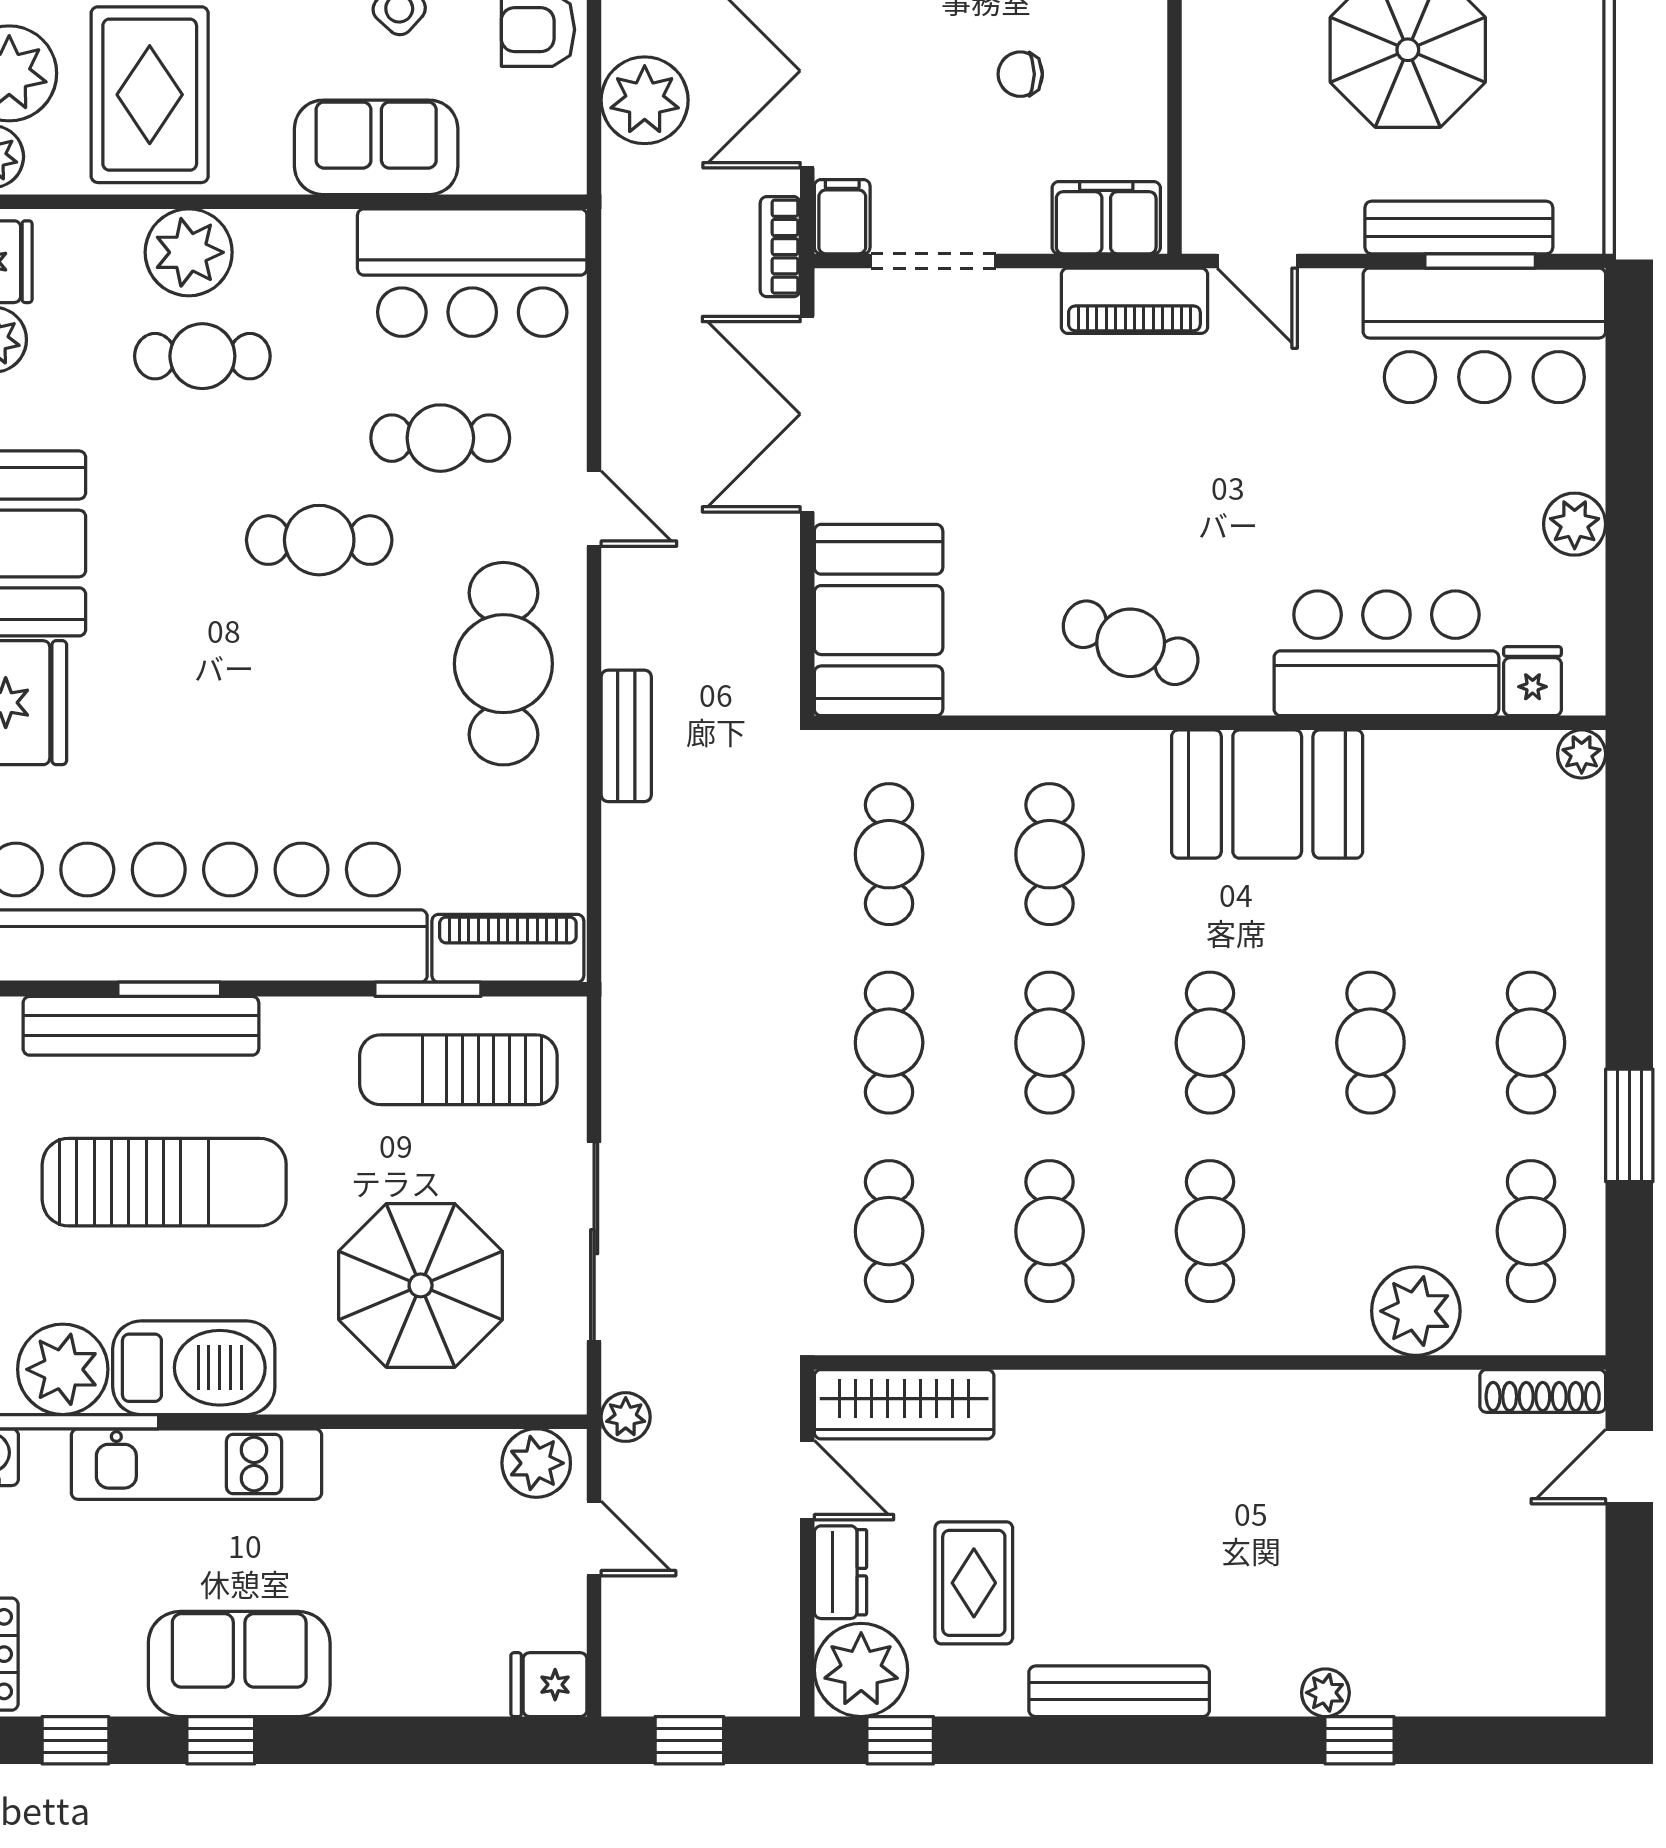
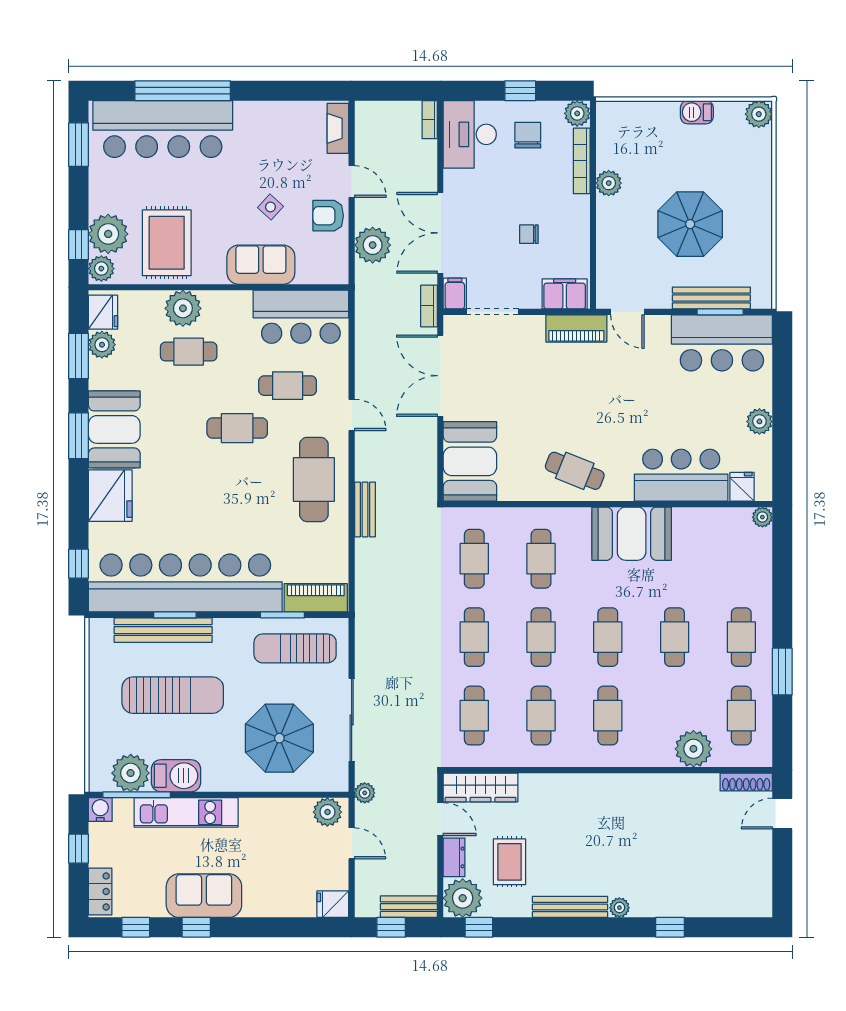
barbecue: (194, 1368) -> (176, 776), width x0.73, depth x0.83
bench: (732, 1690) -> (409, 907), added
plant: (1325, 1693) -> (619, 908), moved

